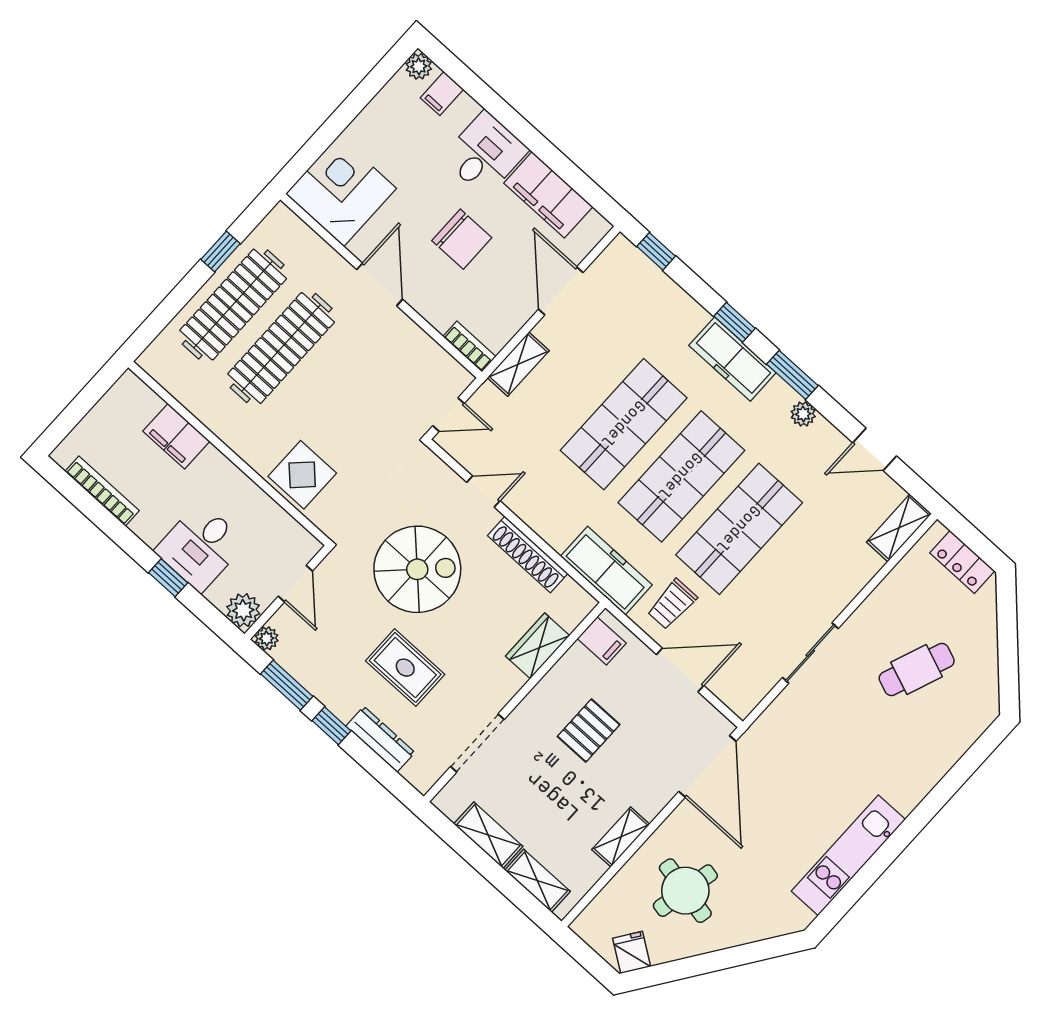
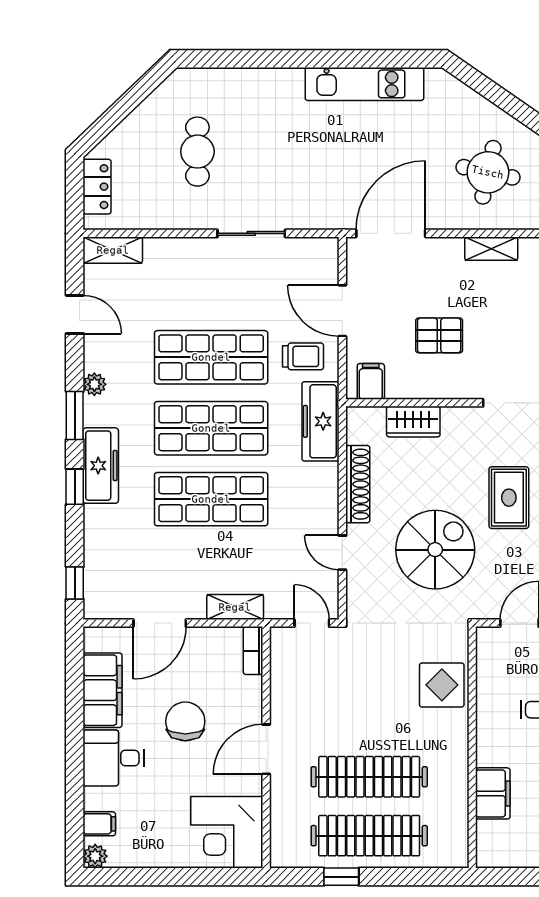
spiral stairs: (417, 569) -> (435, 550), turned 90
cafe table: (917, 670) -> (197, 152), turned 69

